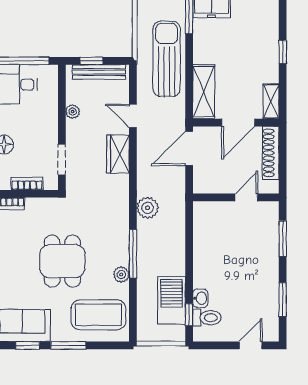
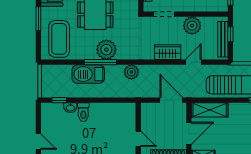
plant: (73, 112) -> (192, 26), width x1.87, depth x1.87
door: (238, 123) -> (189, 133), swing flipped
plant: (121, 275) -> (106, 50), moved, width x1.88, depth x1.88
barbecue: (171, 300) -> (88, 74), moved, turned 180
toilet: (207, 318) -> (83, 112), moved

